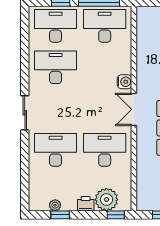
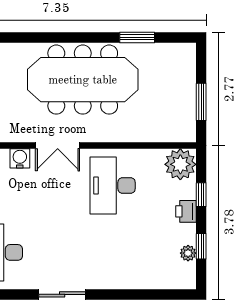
desk: (56, 150) -> (113, 252), removed
plant: (106, 200) -> (180, 164), moved
window: (116, 215) -> (201, 195), moved

